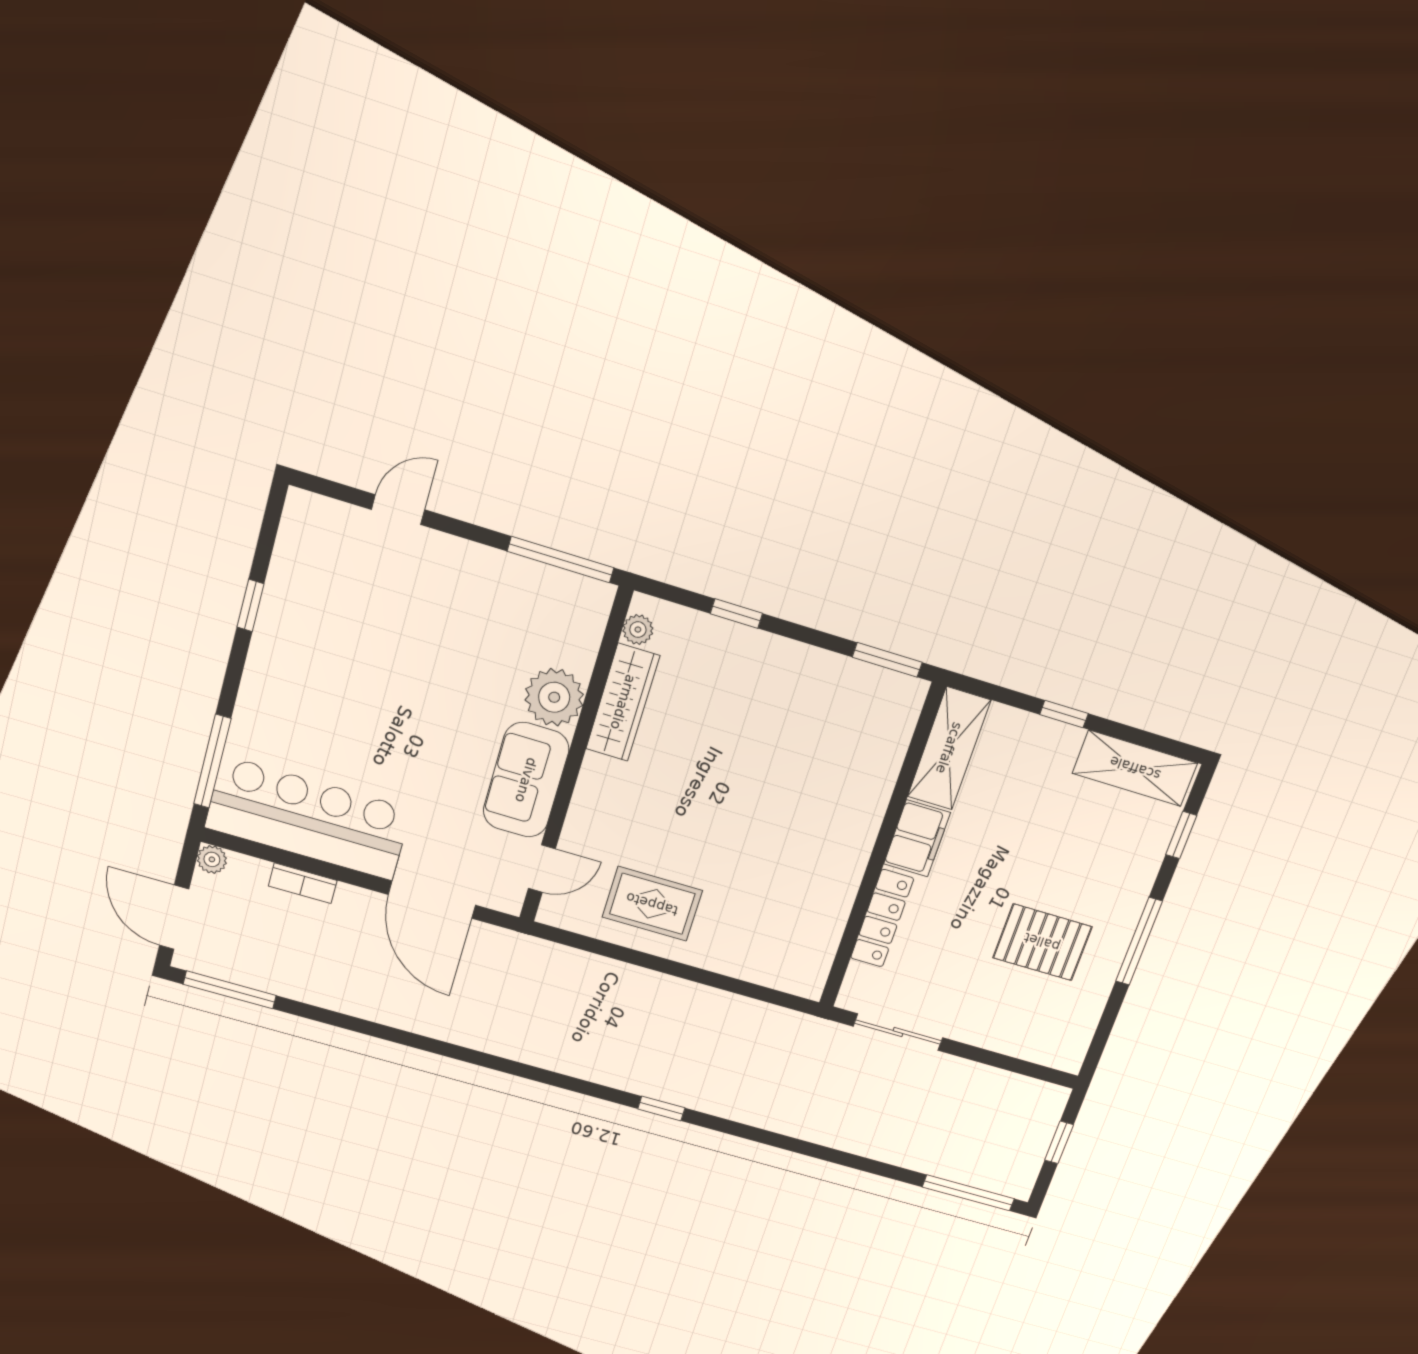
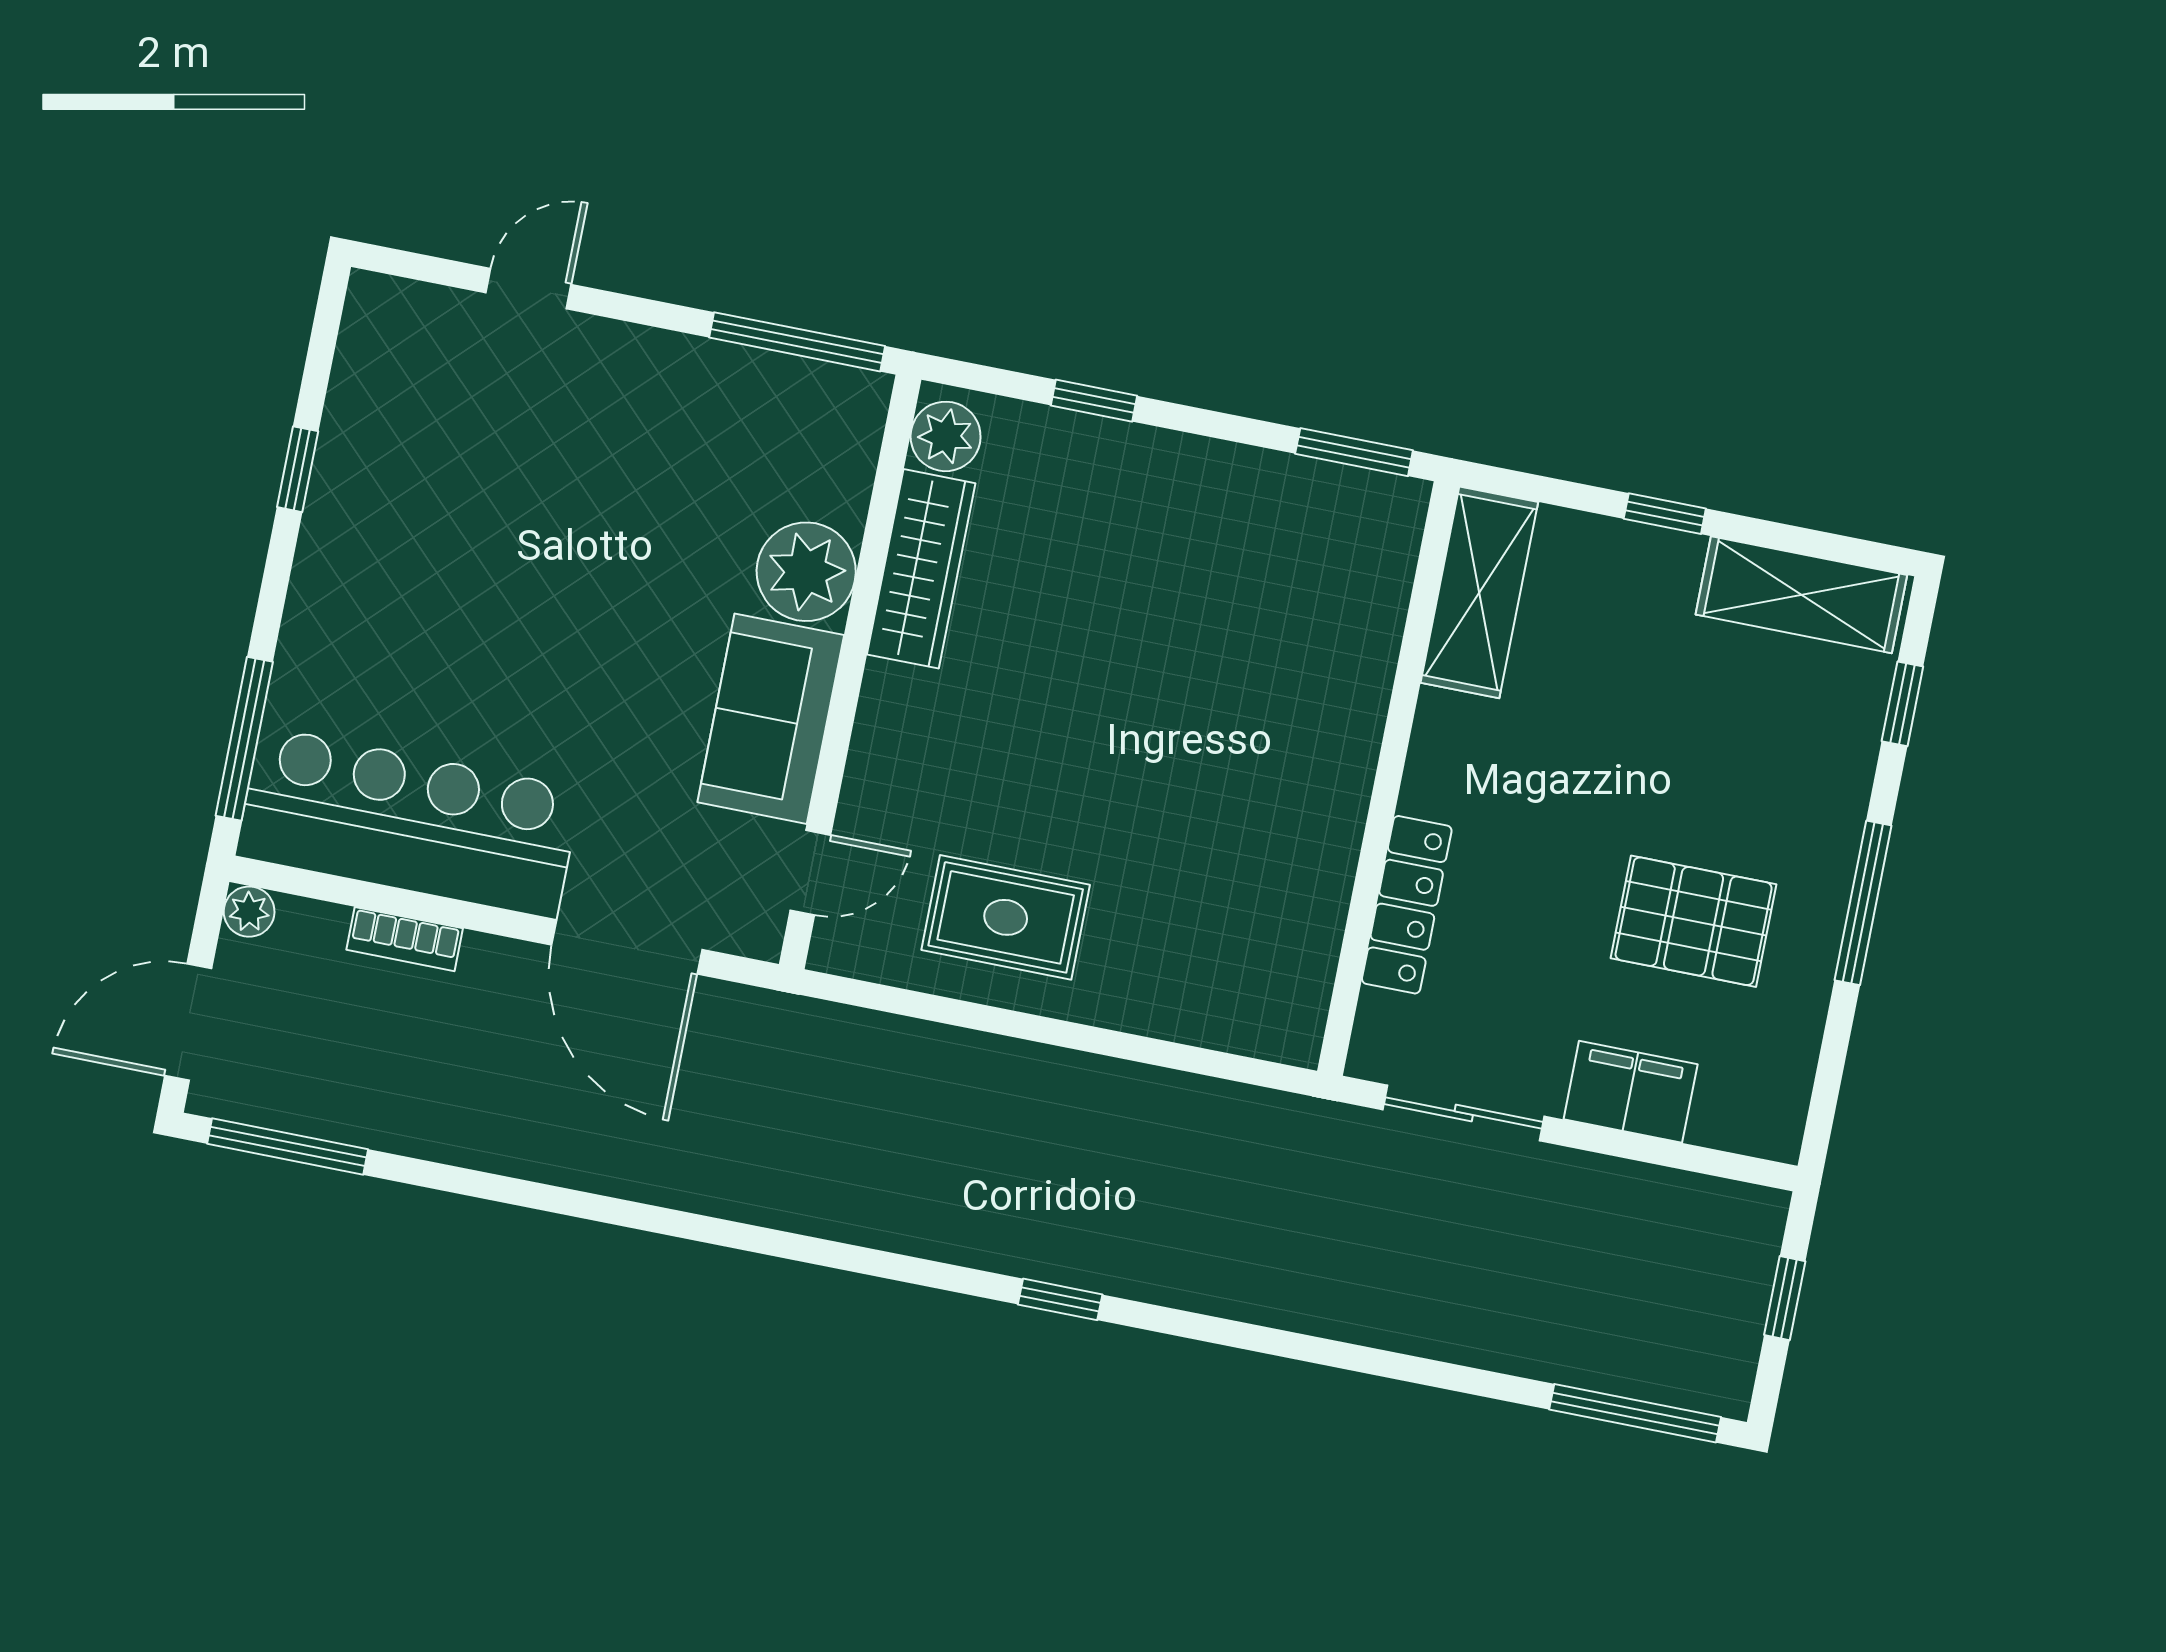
plant: (638, 630) -> (946, 436), width x1.38, depth x1.38
filing cabinet: (917, 838) -> (1631, 1092), moved, turned -90
door: (174, 917) -> (188, 1022), hinge flipped

